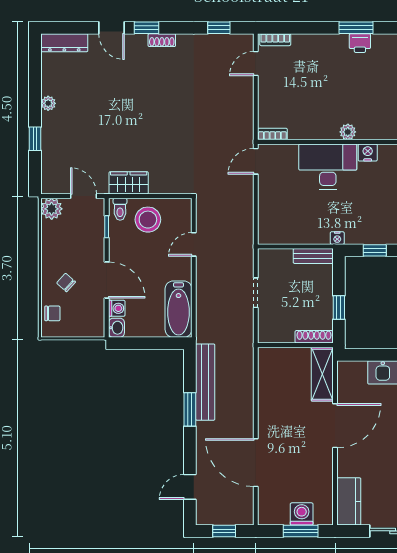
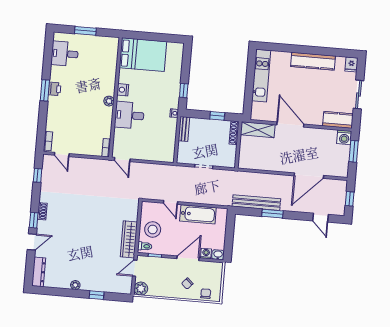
desk: (328, 167) -> (129, 115), width x0.73
wardrobe: (129, 183) -> (129, 239), width x1.50
bathtub: (178, 309) -> (198, 214), moved
washing machine: (302, 514) -> (344, 137), moved, turned -90

